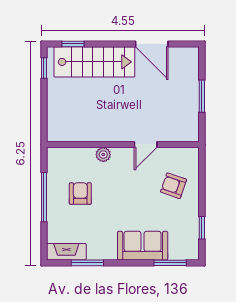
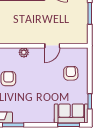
armchair: (174, 186) -> (71, 73), turned 70
sofa: (143, 246) -> (71, 113), moved

